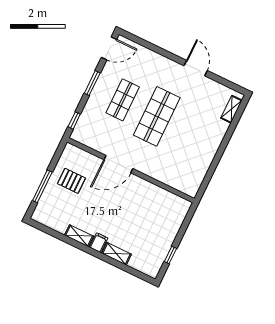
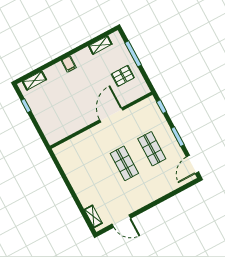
door: (196, 68) -> (121, 221), moved
shop shelf: (157, 116) -> (124, 163), width x0.70, depth x0.74
shelving: (79, 236) -> (100, 45), moved
shelving: (117, 254) -> (34, 81), moved

